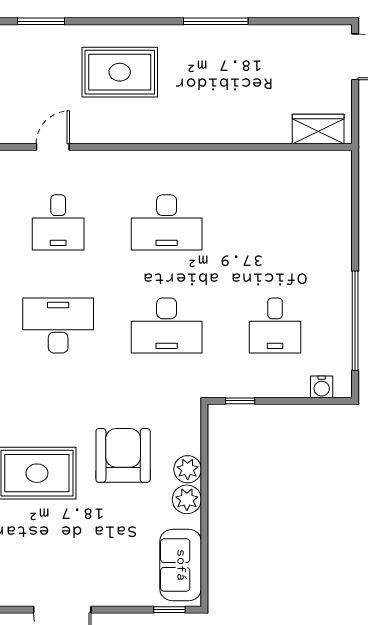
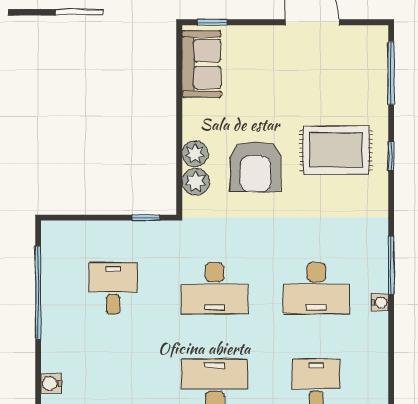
desk: (167, 325) -> (215, 288), turned 180
water cooler: (322, 387) -> (51, 383), moved, turned -90
plant: (187, 499) -> (196, 182), moved

